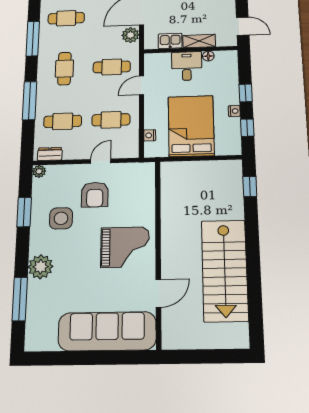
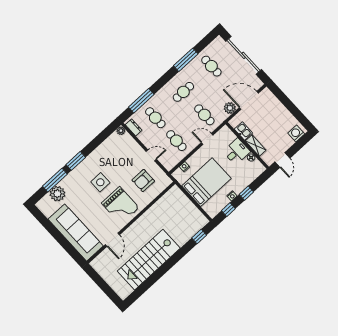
window: (30, 101) -> (141, 101), moved
armchair: (95, 195) -> (143, 181), moved
window: (24, 212) -> (76, 161), moved
side table: (61, 218) -> (100, 182), moved
plant: (41, 267) -> (57, 194), moved
door: (158, 293) -> (112, 240), hinge flipped

